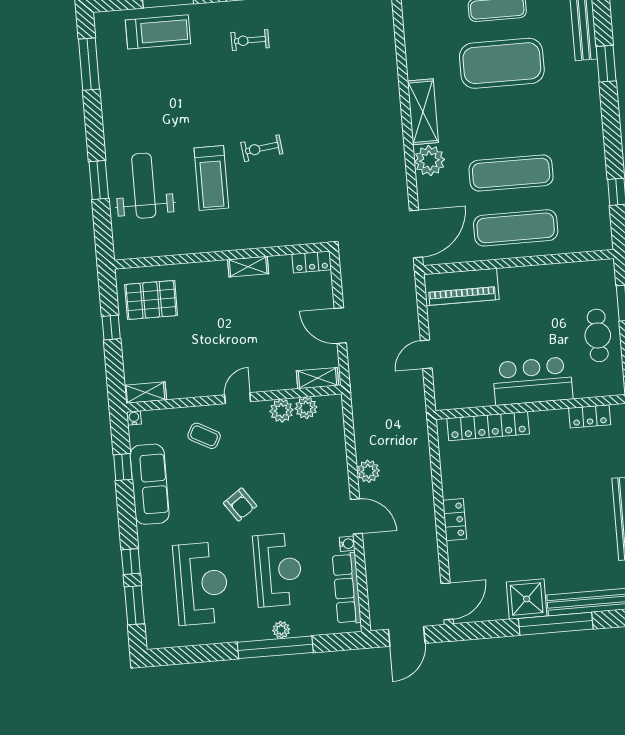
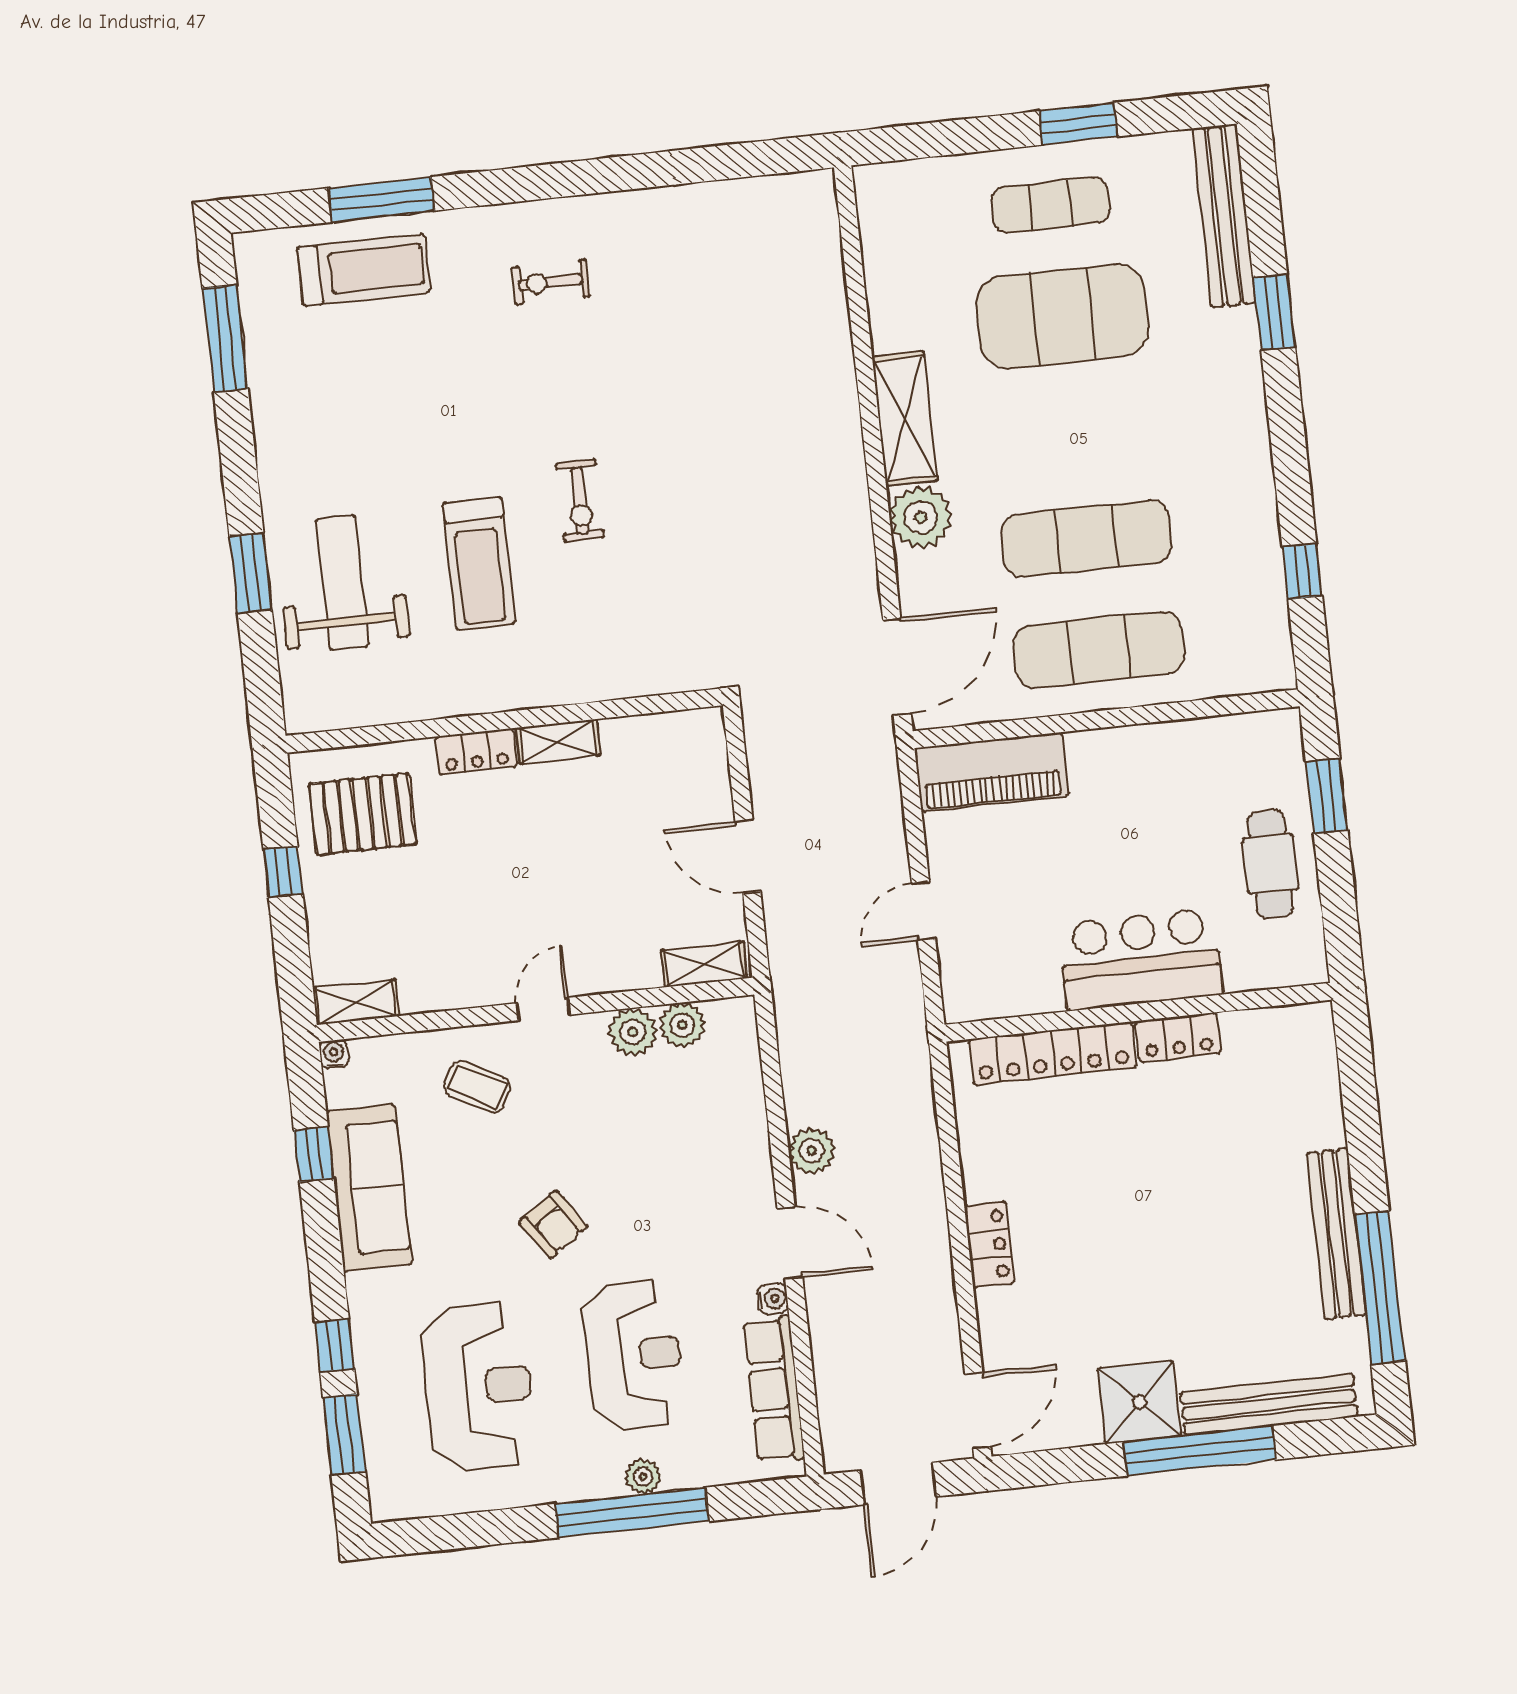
exercise bike: (262, 148) -> (580, 501), turned -83
locker: (312, 262) -> (476, 752), moved
locker: (590, 416) -> (1178, 1037), moved

